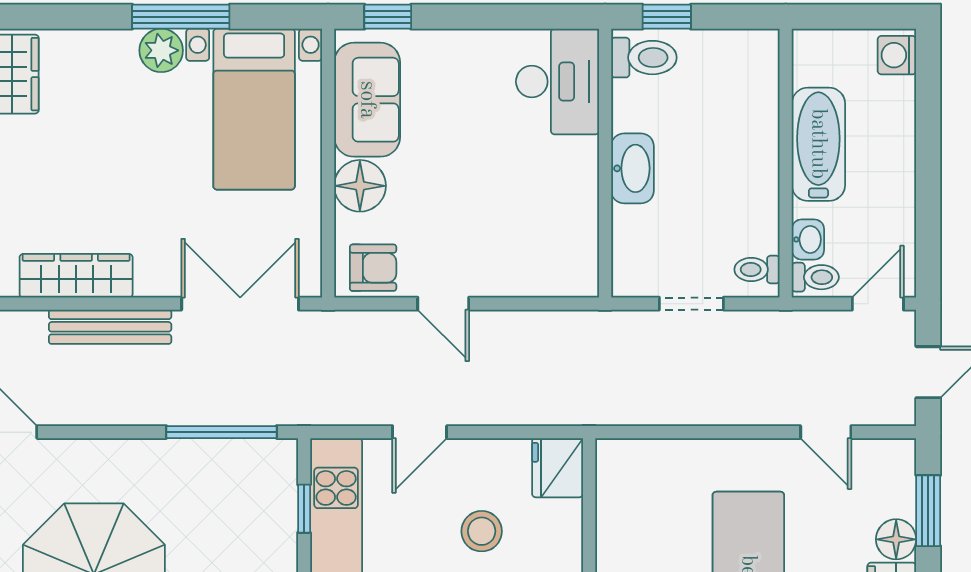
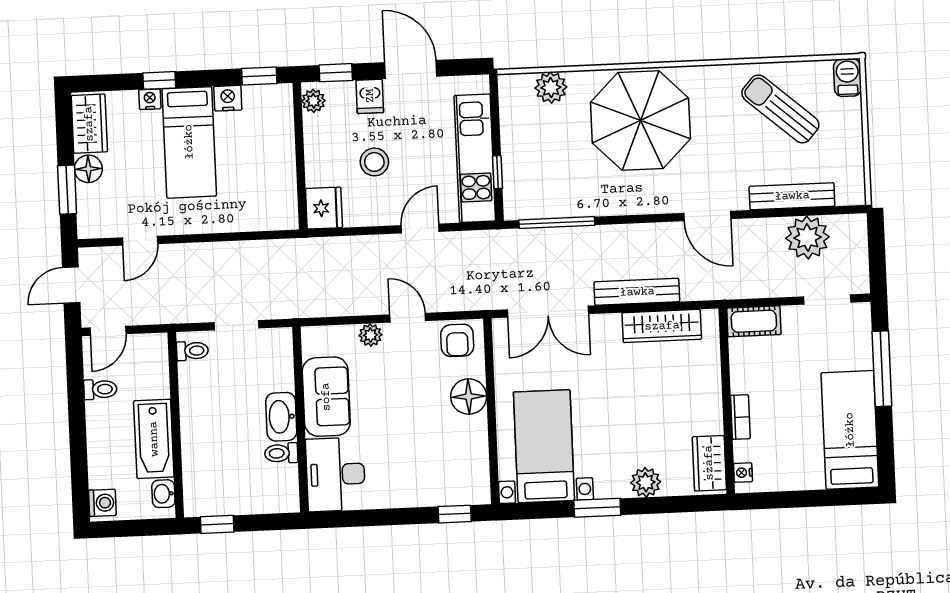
window: (181, 17) -> (597, 508), width x0.69
window: (667, 17) -> (217, 524), moved
plant: (161, 50) -> (646, 482), moved
toilet: (644, 58) -> (281, 453), moved, width x0.73, depth x0.72
sofa: (367, 100) -> (326, 397), moved, turned 180
washbasin: (808, 239) -> (163, 494), moved
armchair: (373, 268) -> (457, 340), turned -90
toilet: (815, 277) -> (100, 389), moved, turned 180
plant: (498, 281) -> (370, 335), added
door: (826, 432) -> (140, 241), swing flipped

